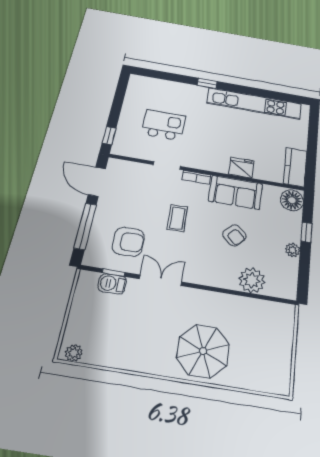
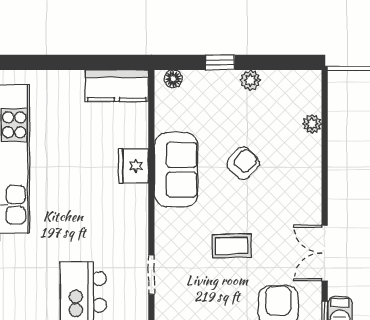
bookcase: (196, 177) -> (163, 229), removed
floor lamp: (292, 200) -> (173, 79), width x0.53, depth x0.53
plant: (252, 280) -> (312, 124), width x0.53, depth x0.53

